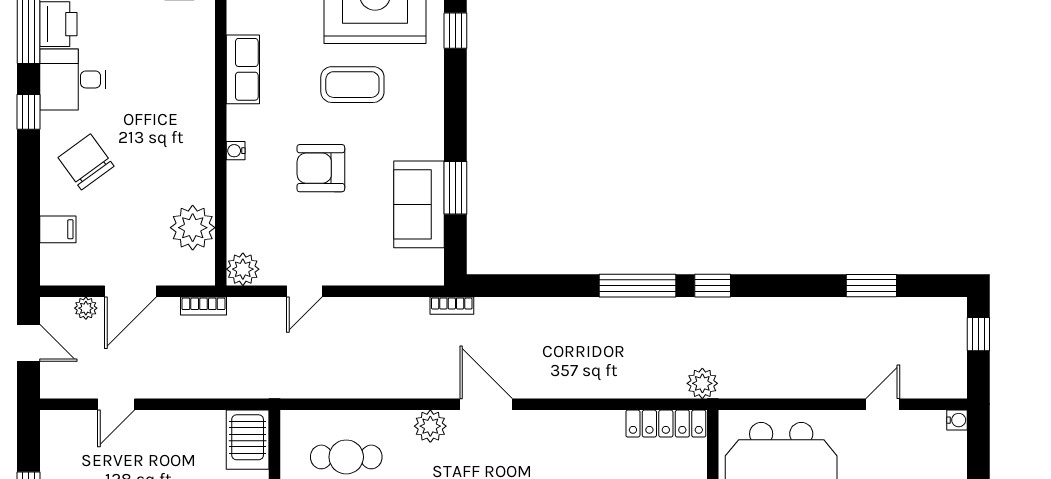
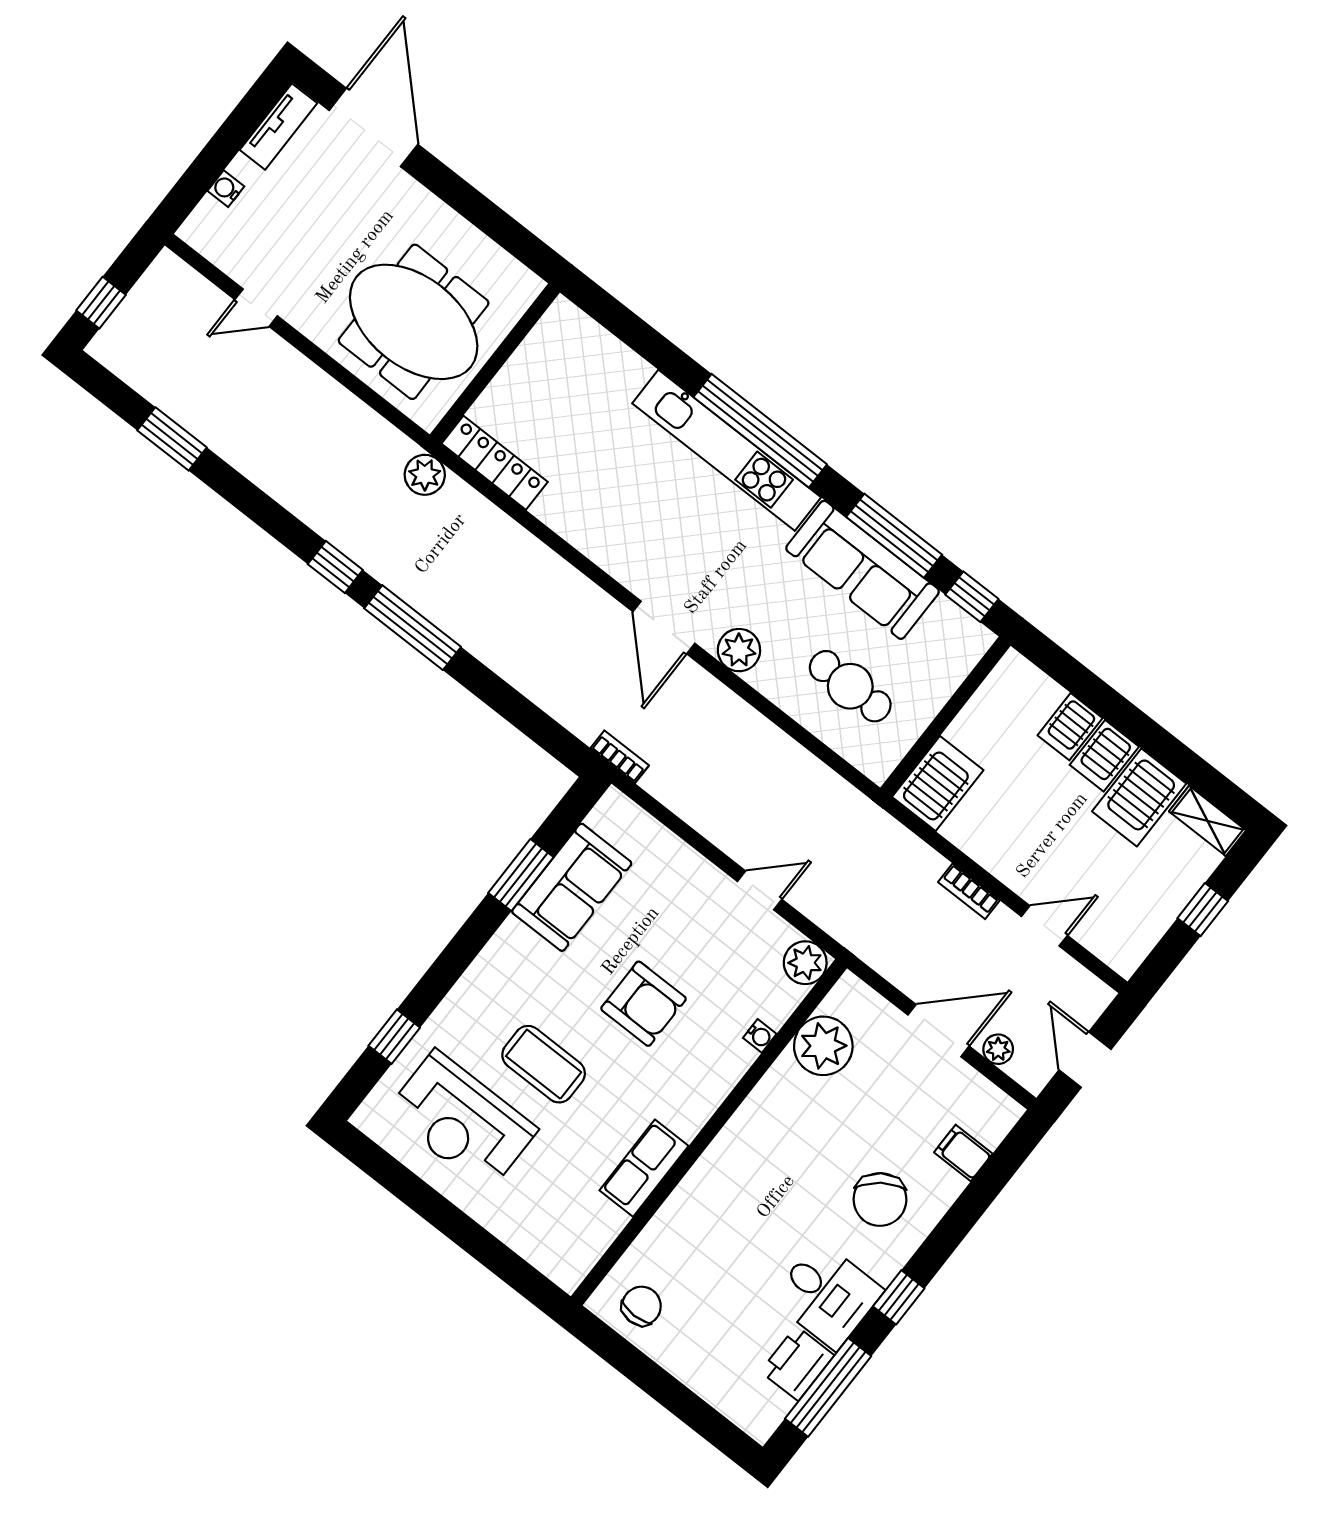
water cooler: (236, 151) -> (760, 1036), moved
bookcase: (203, 306) -> (969, 891), moved, turned 180
water cooler: (957, 420) -> (226, 189), moved

